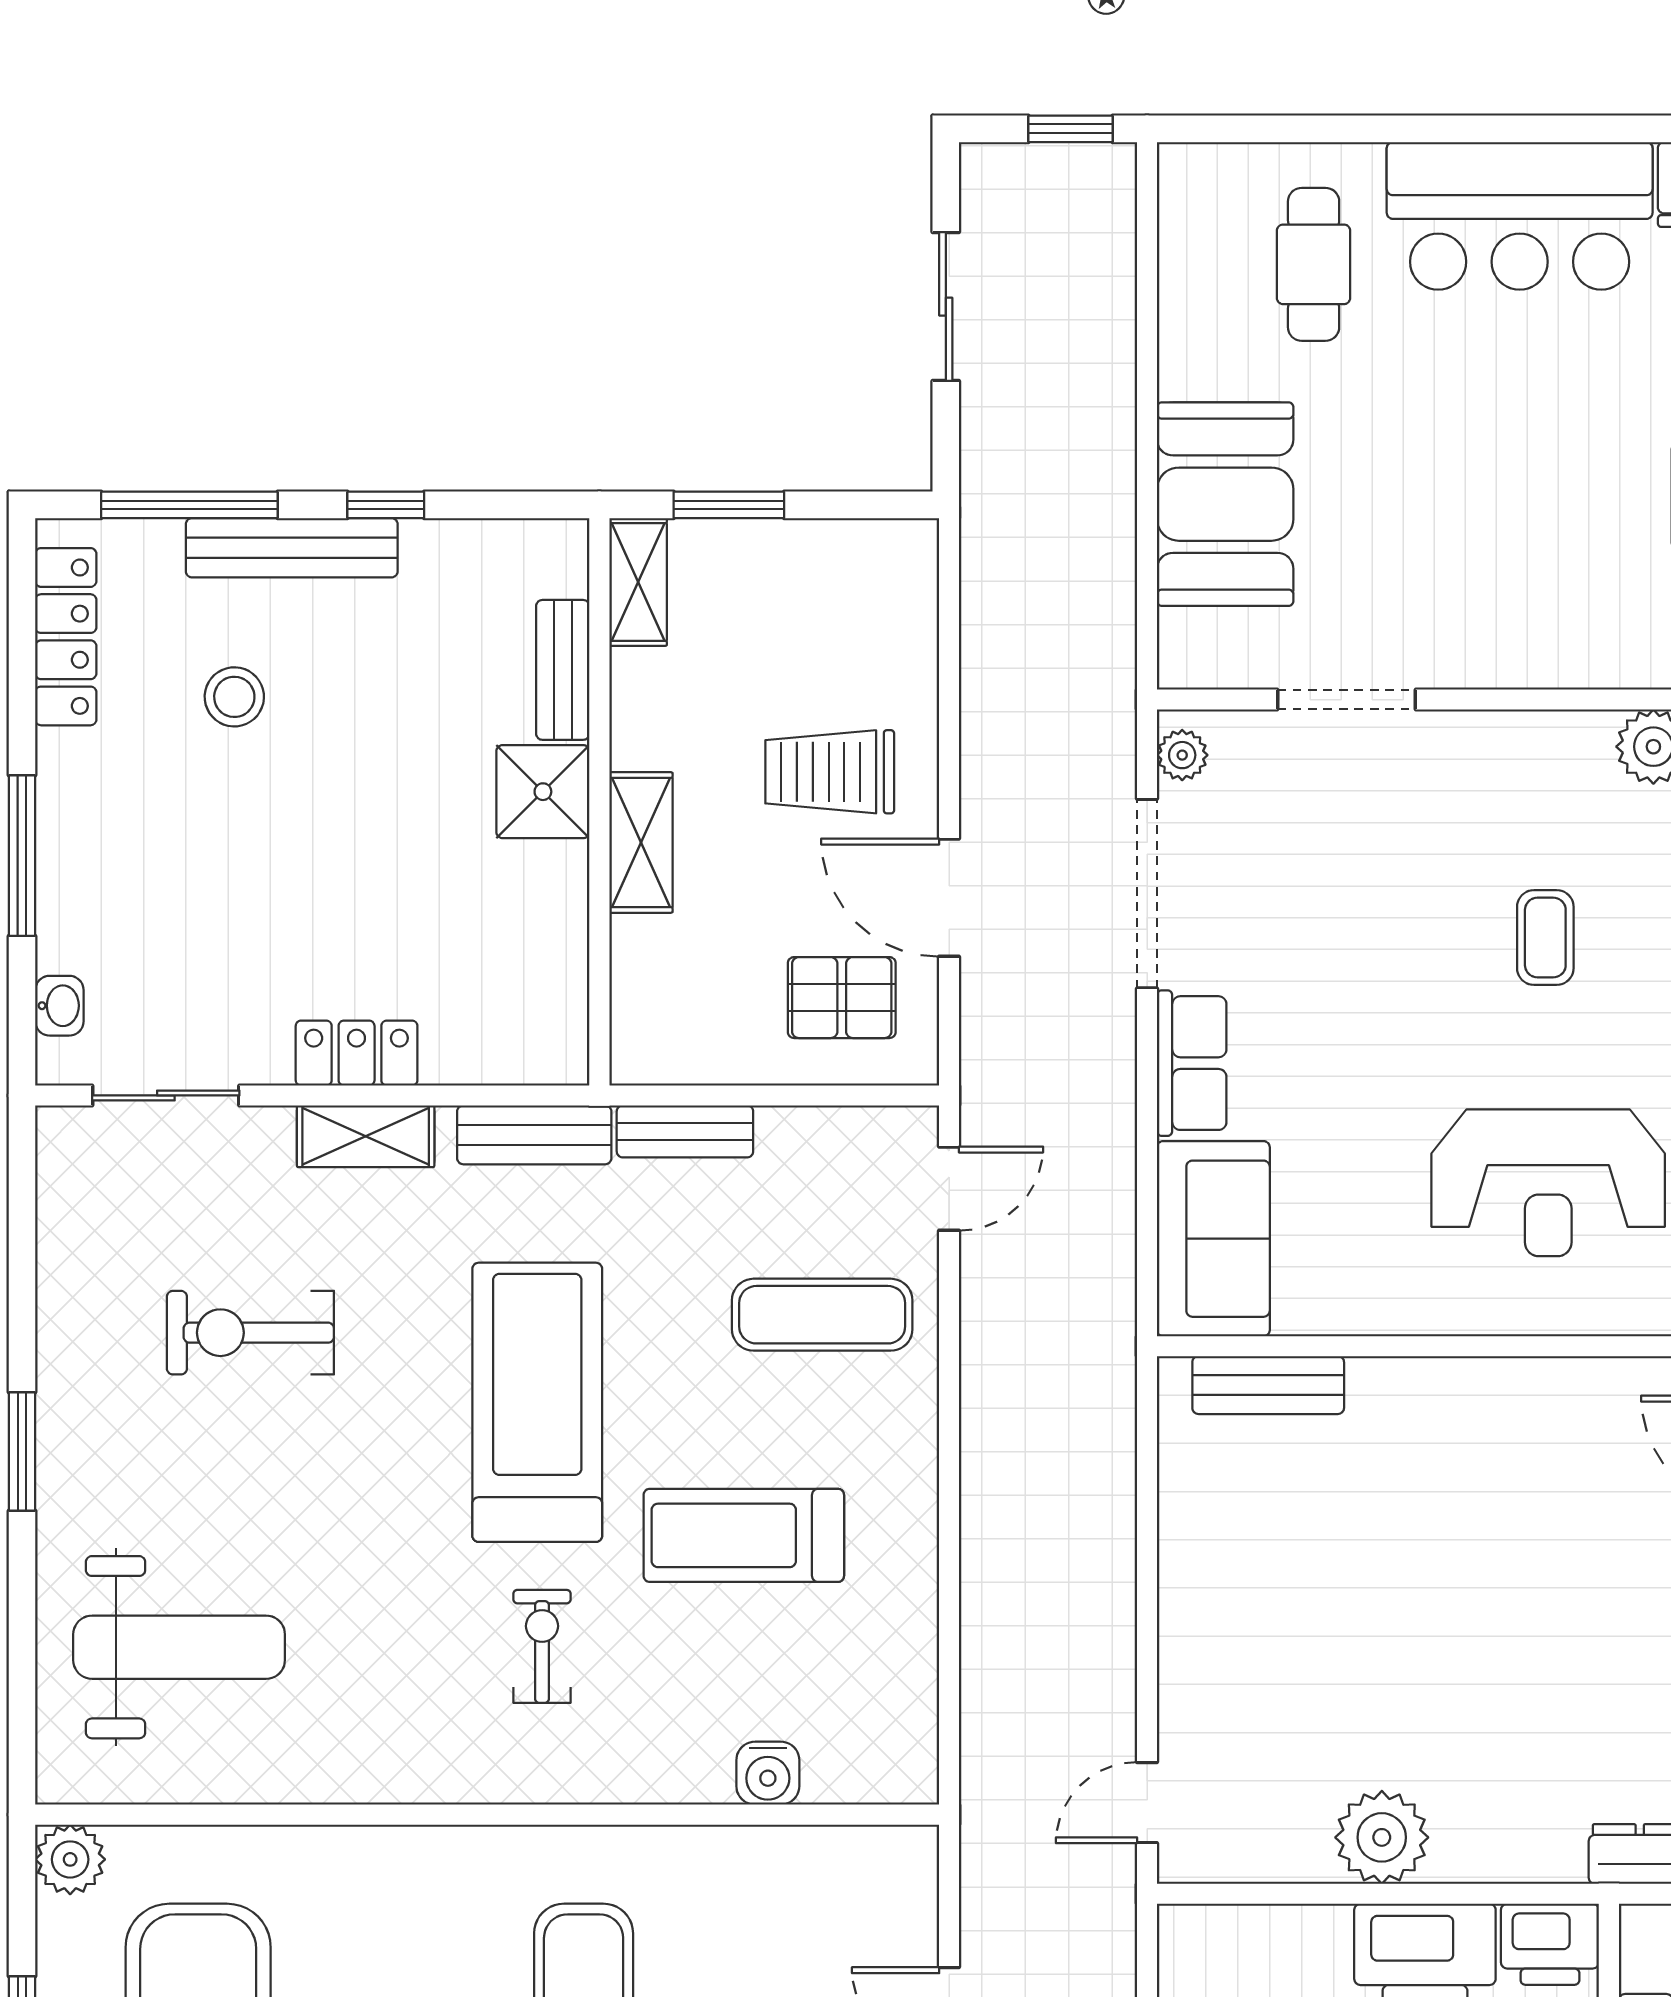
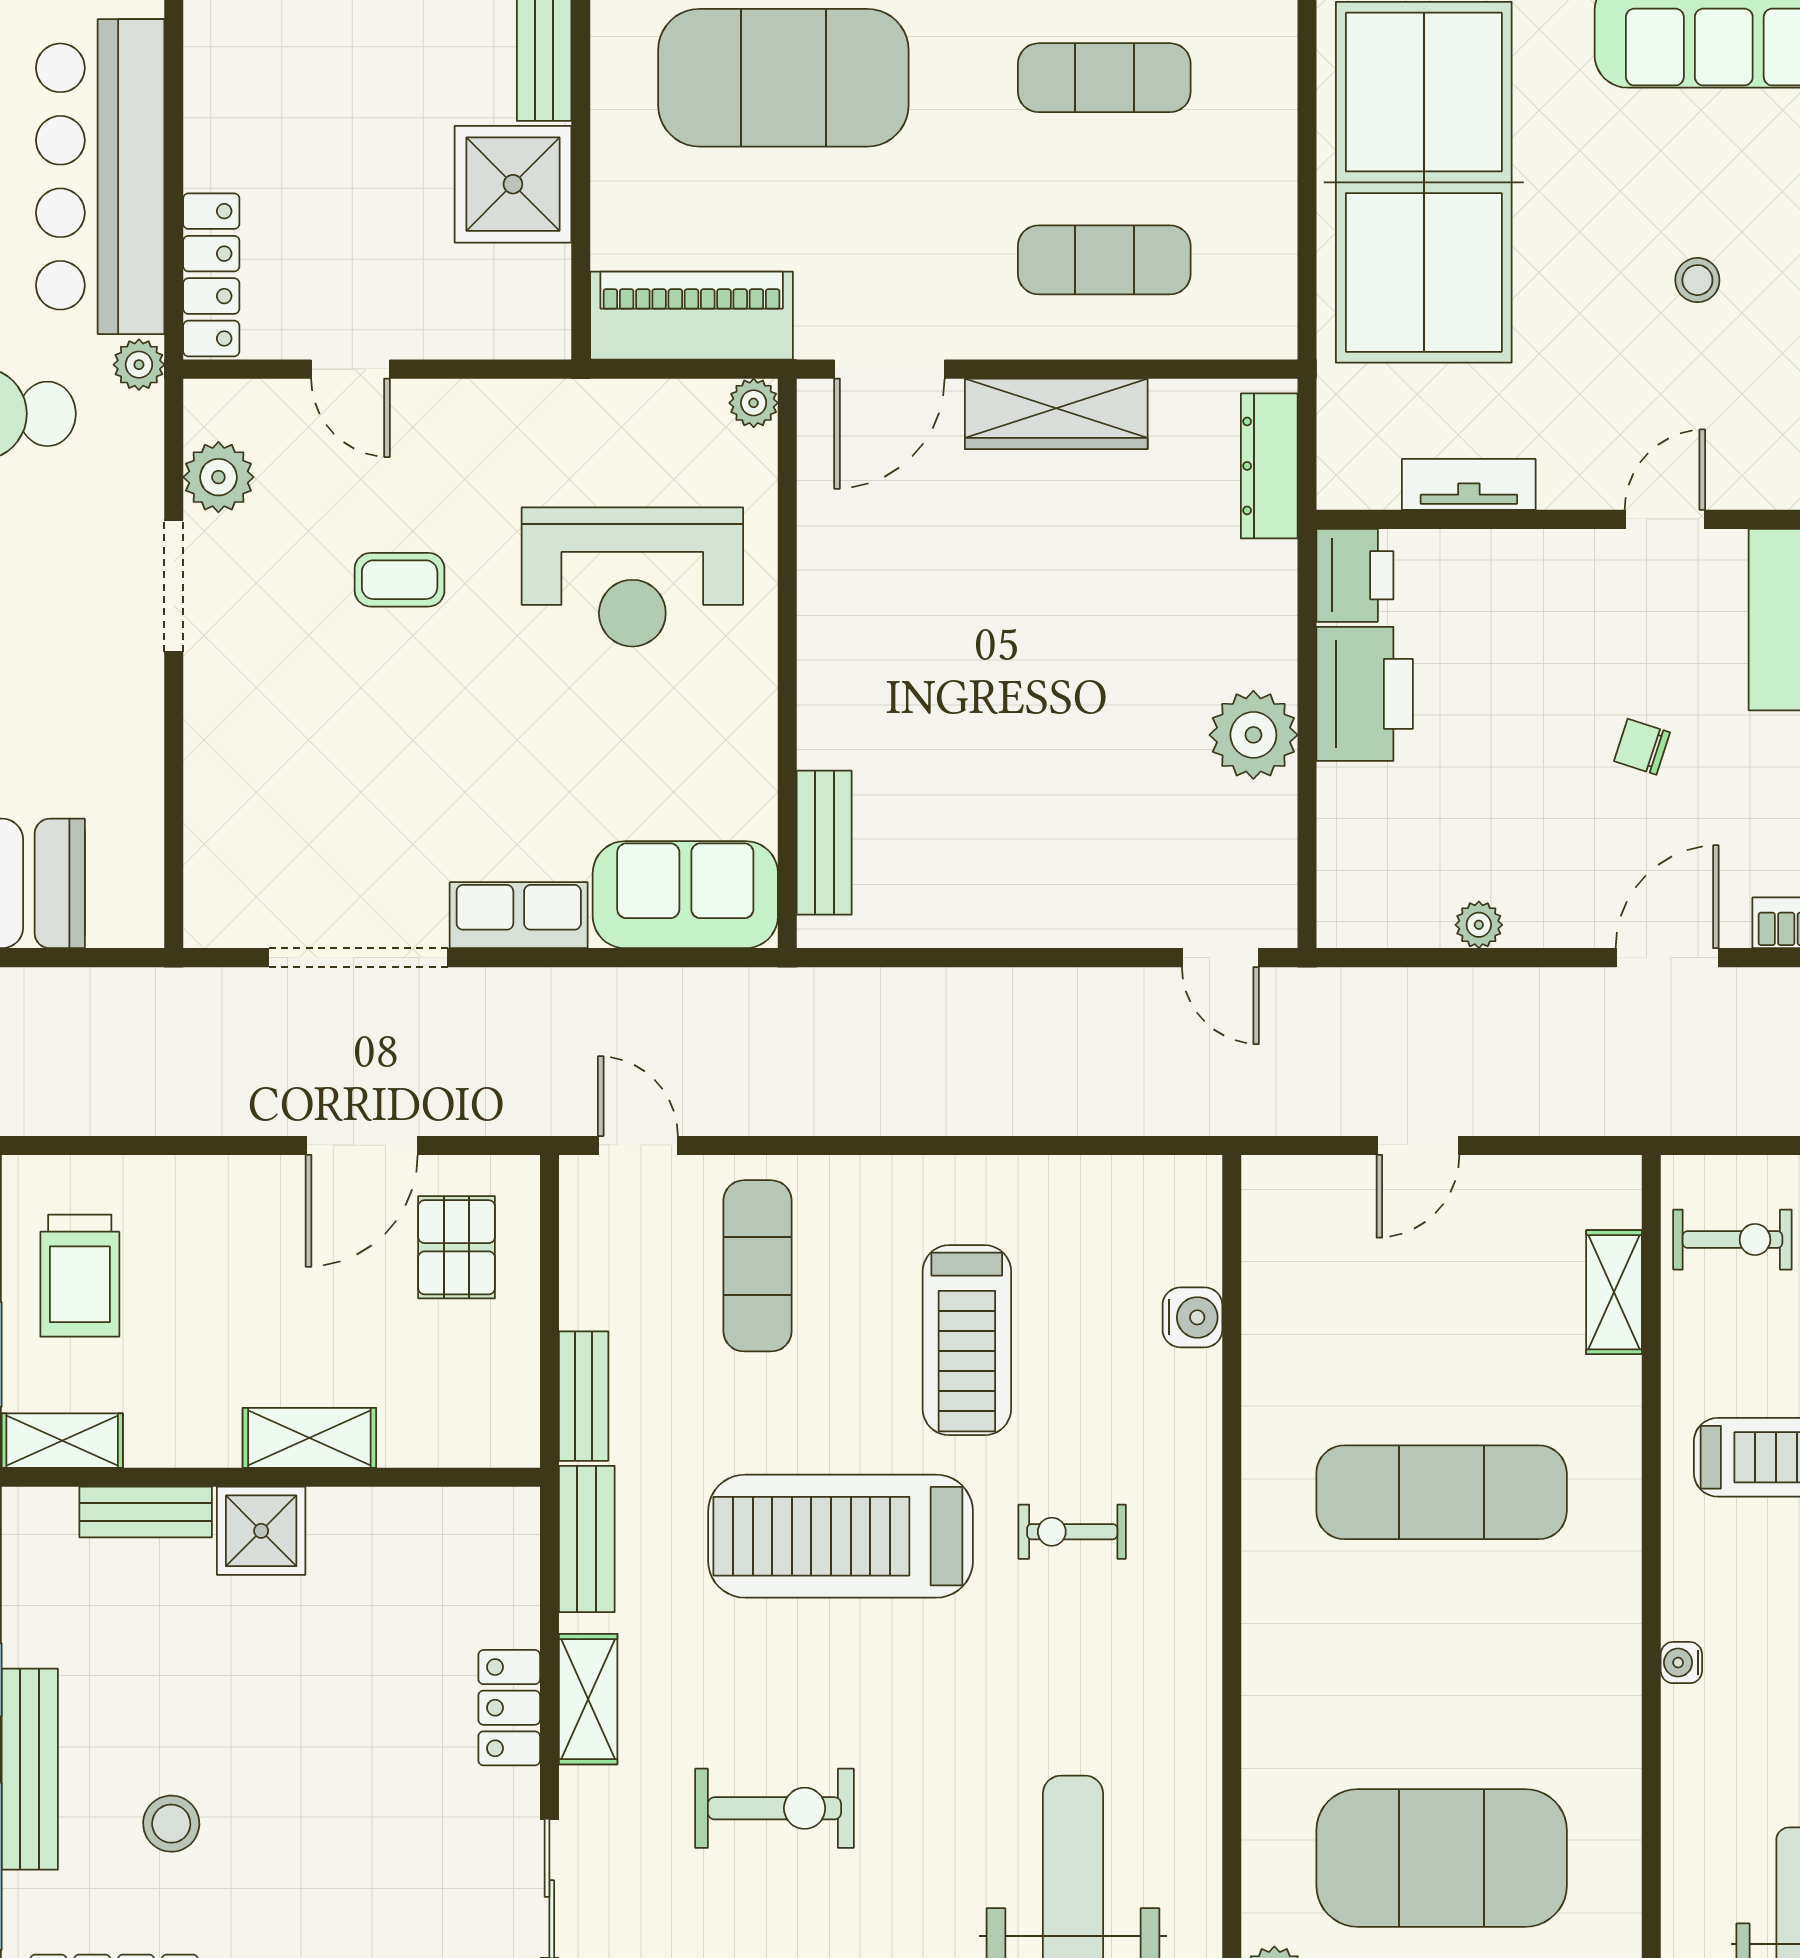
doorway: (1347, 700) -> (174, 586), moved
plant: (1182, 755) -> (226, 924), removed
trolley: (830, 772) -> (80, 1276), moved
reception desk: (1548, 1183) -> (632, 577), turned 90
exercise bike: (250, 1333) -> (774, 1808), turned -90

